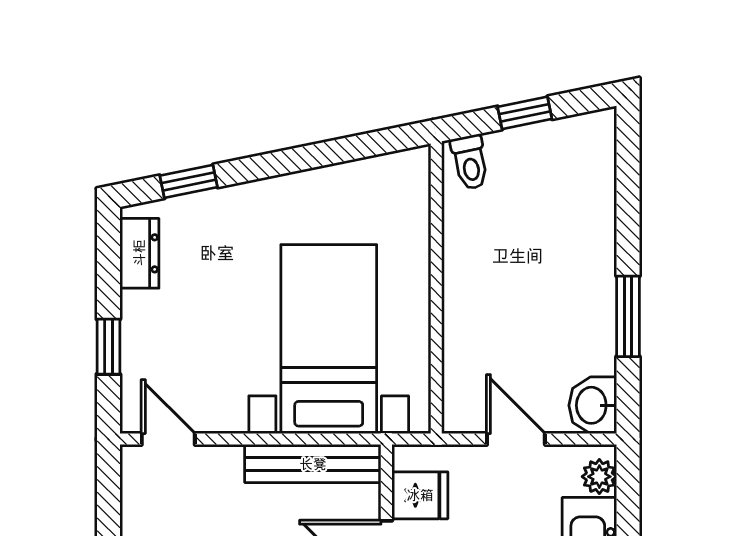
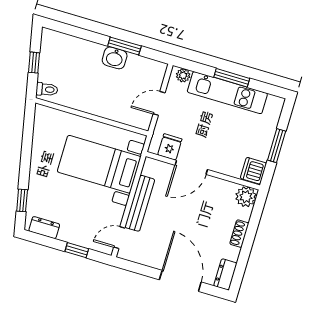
washbasin: (593, 405) -> (115, 58), moved
bench: (313, 464) -> (140, 203), moved

